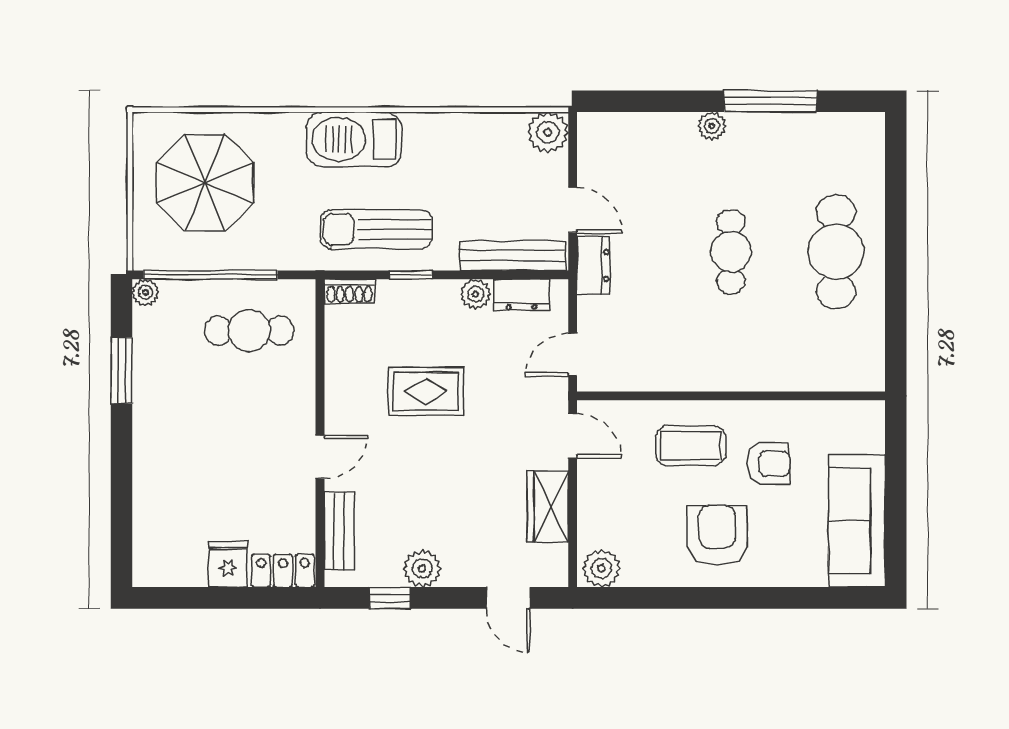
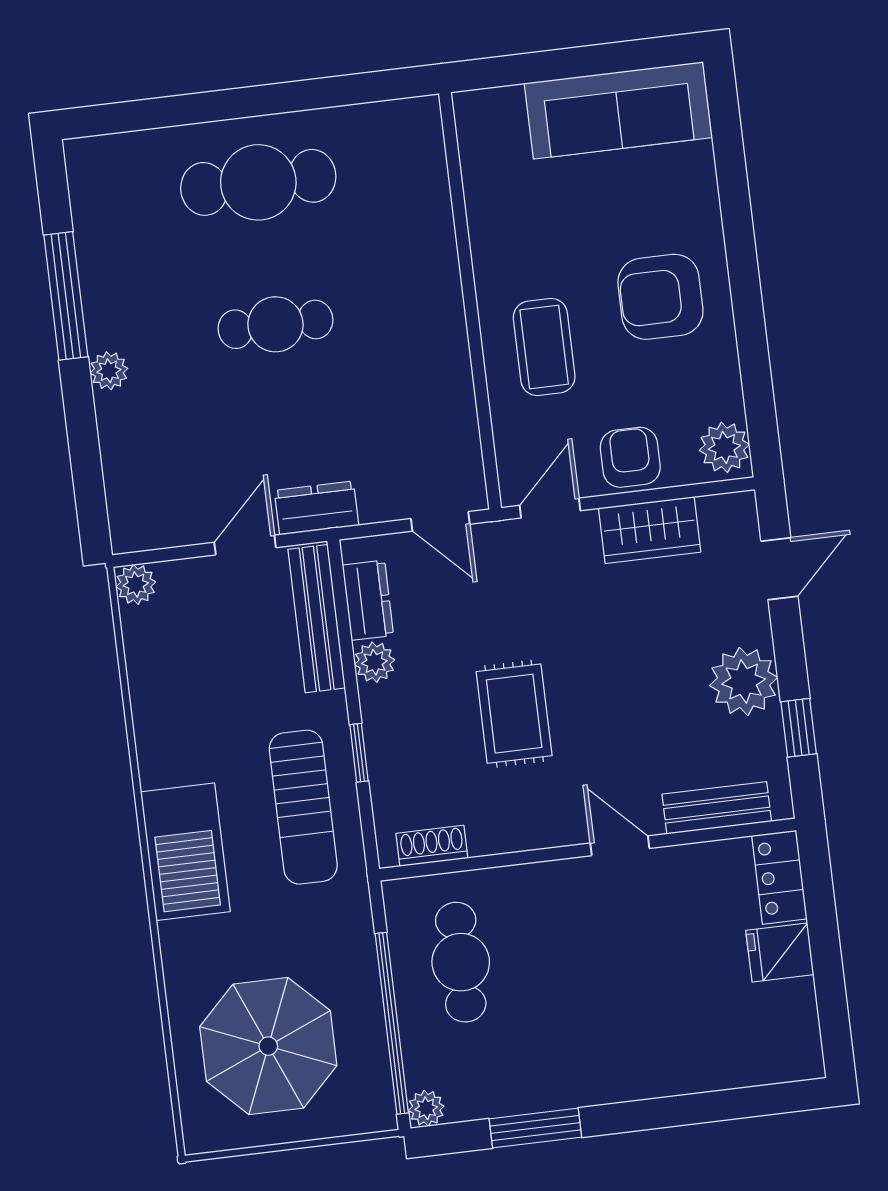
plant: (548, 132) -> (136, 584), width x0.73, depth x0.73
shoe rack: (349, 291) -> (432, 846), moved, turned -90
armchair: (768, 464) -> (630, 457), moved
plant: (422, 569) -> (744, 681), width x1.36, depth x1.36

